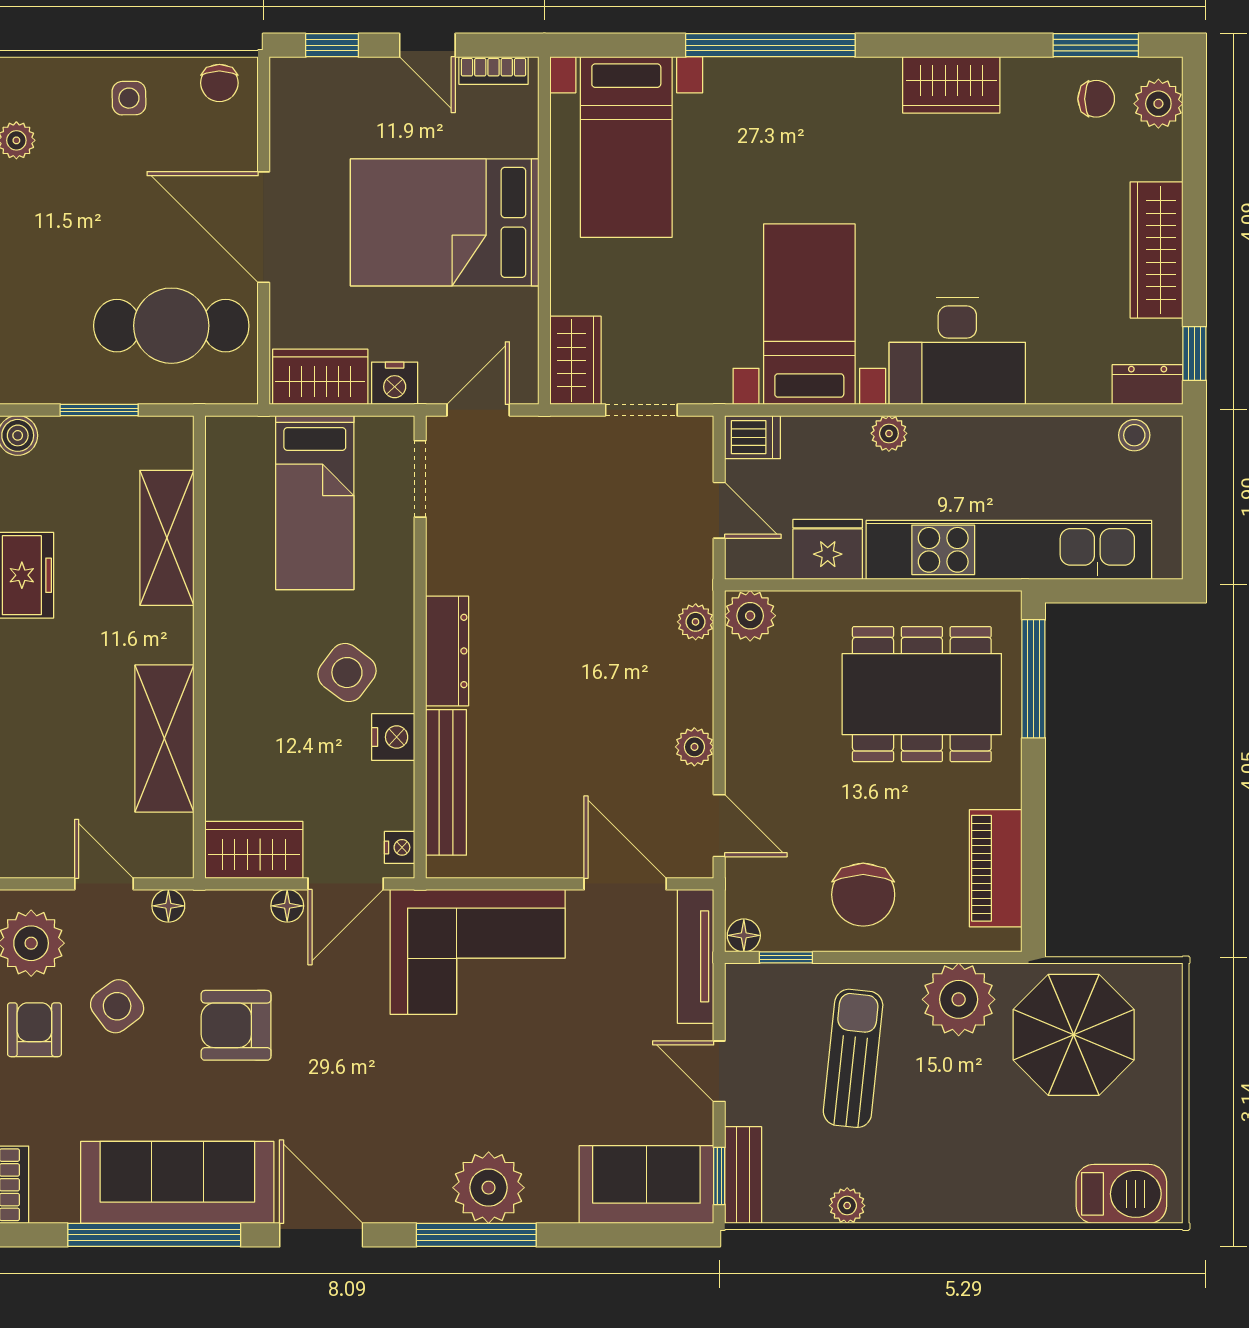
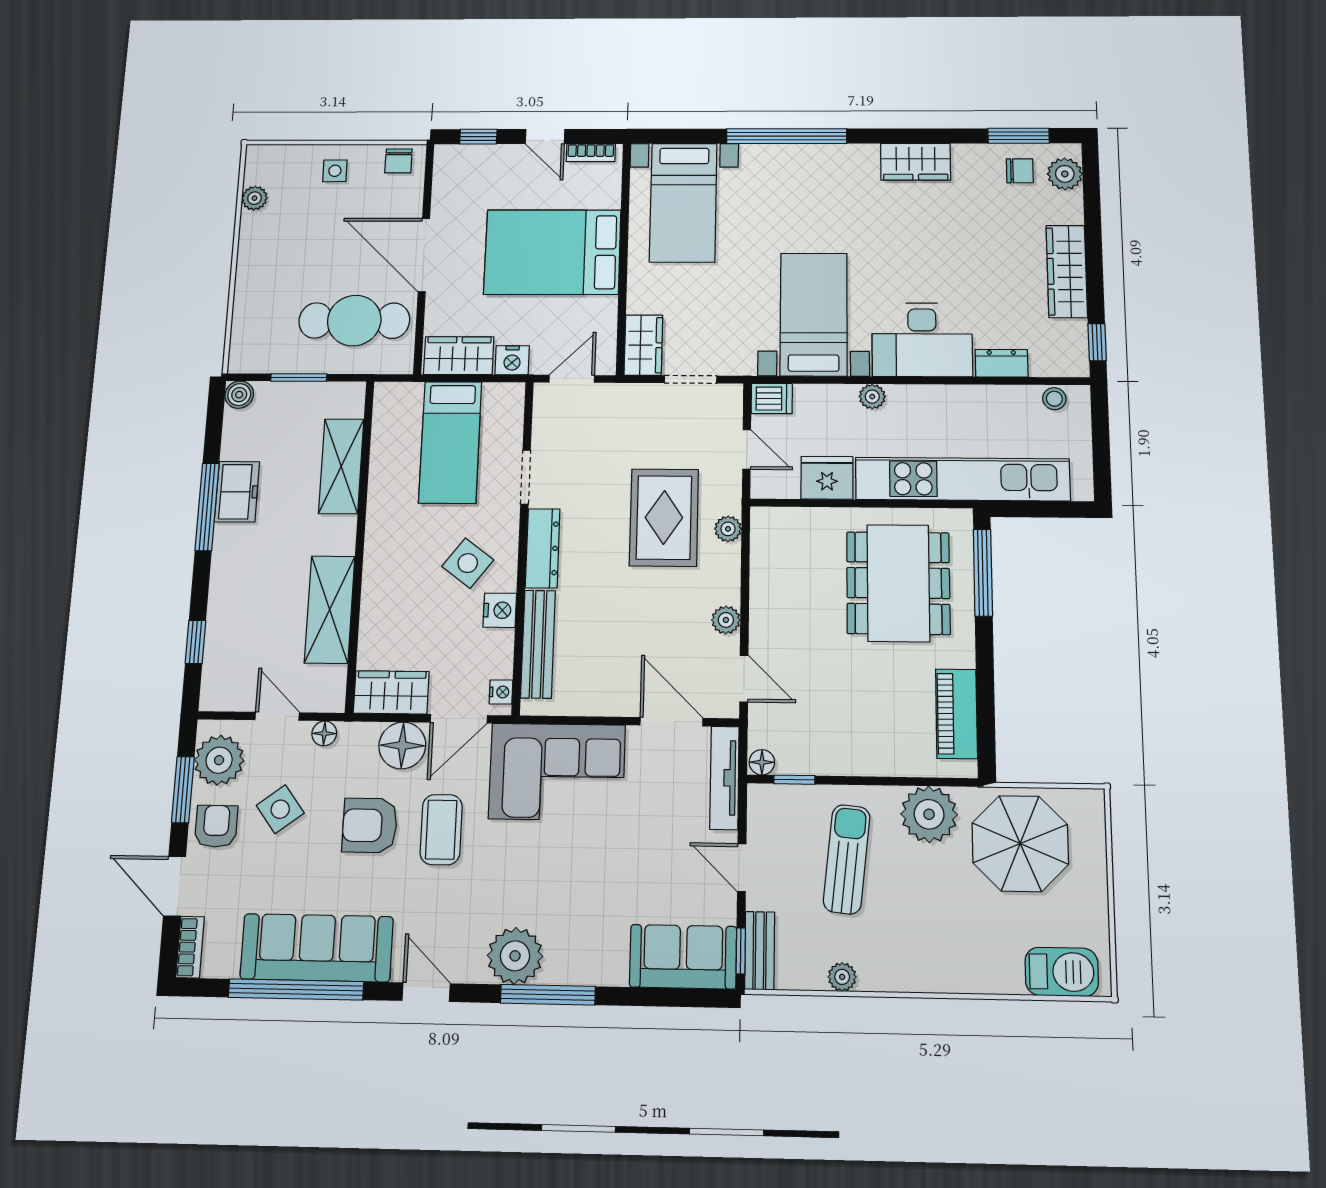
dresser: (1148, 385) -> (1002, 363), moved
doorway: (420, 479) -> (526, 477), moved
rug: (609, 607) -> (664, 517), added
plant: (750, 616) -> (769, 525), removed
dining table: (922, 694) -> (898, 583), turned 90
chair: (863, 895) -> (854, 732), removed
floor lamp: (287, 906) -> (402, 745), width x1.89, depth x1.89
coffee table: (330, 1029) -> (441, 830), added
plant: (489, 1188) -> (515, 956), moved
door: (321, 1235) -> (426, 992), width x0.73

